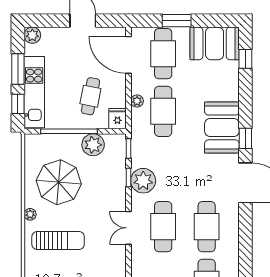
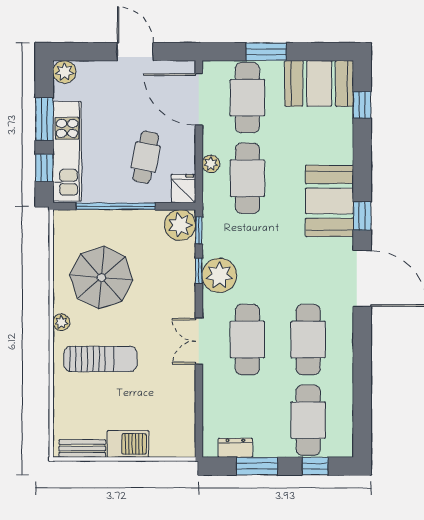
plant: (93, 145) -> (180, 225), moved

